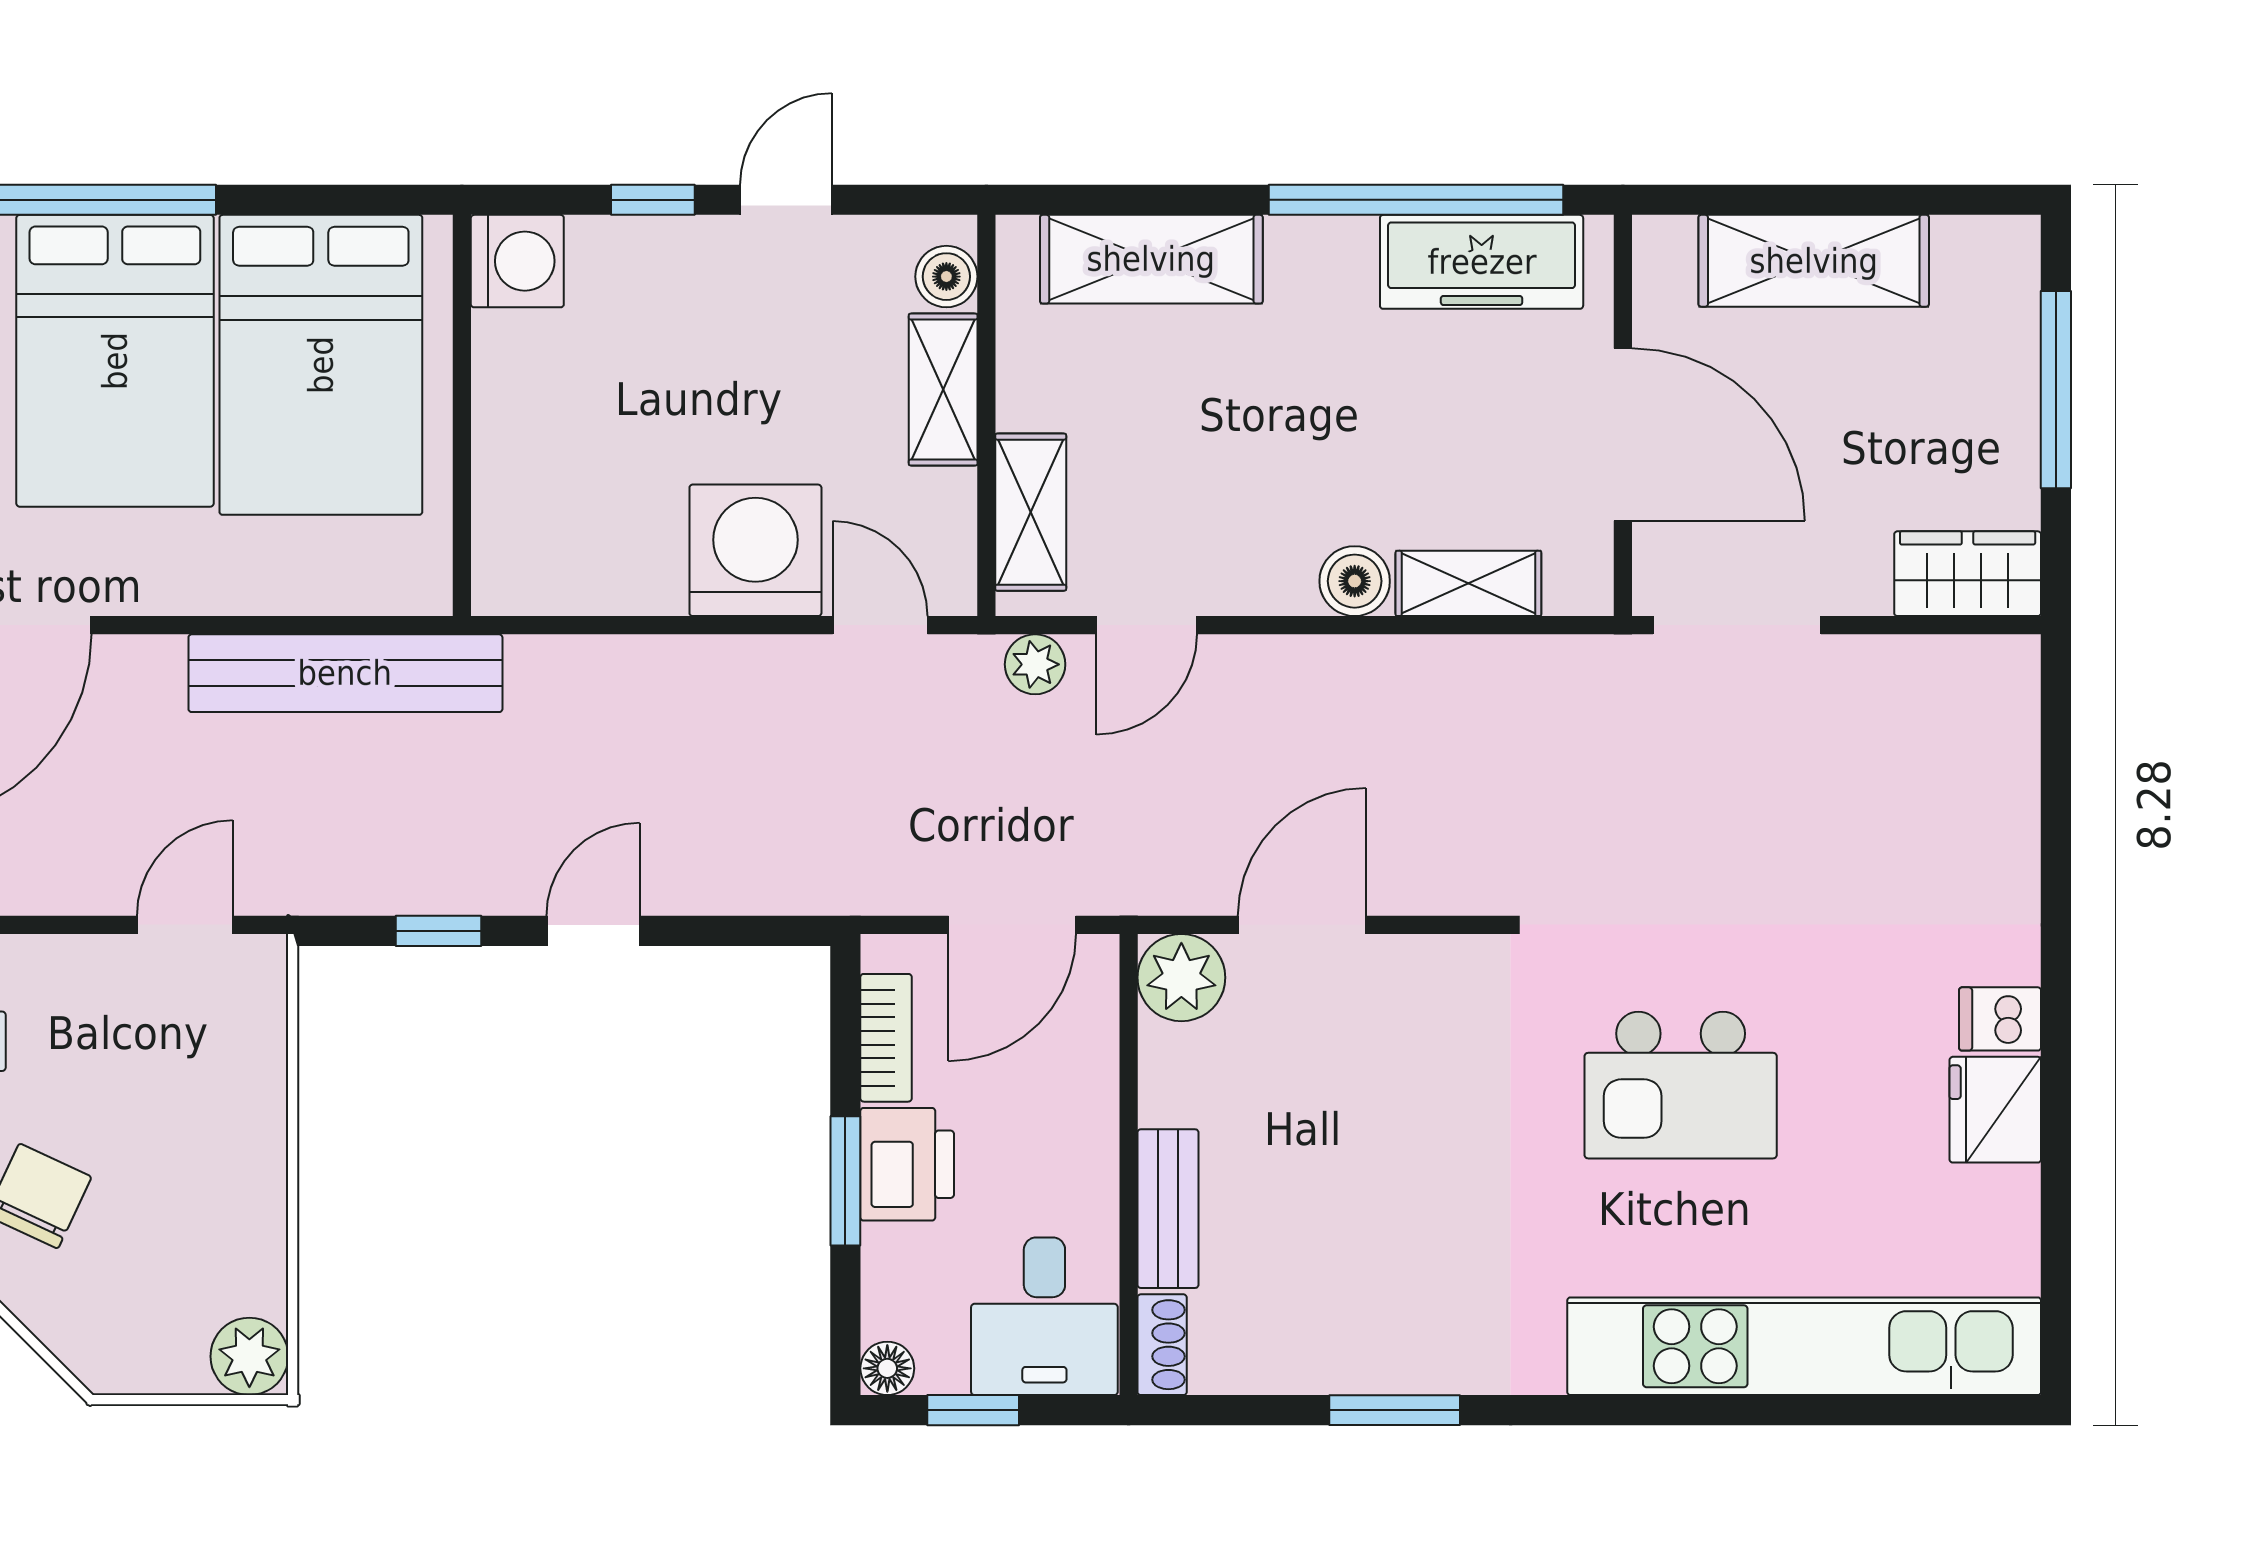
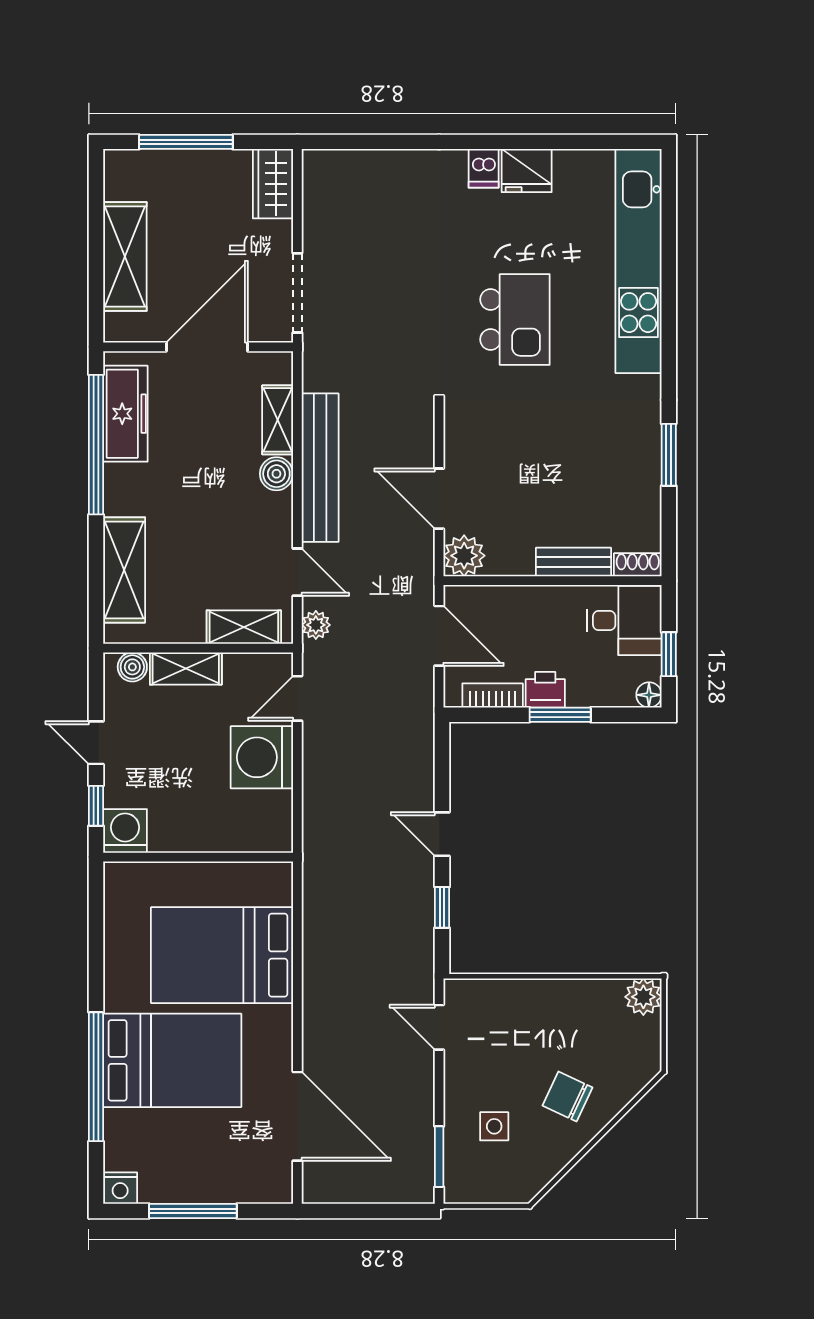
washing machine: (517, 261) -> (125, 831), moved
bed: (321, 365) -> (222, 955), moved, turned 180
wall: (462, 415) -> (198, 857), moved
bench: (345, 673) -> (320, 468), moved
printer: (907, 1164) -> (545, 690), width x0.73, depth x0.81

